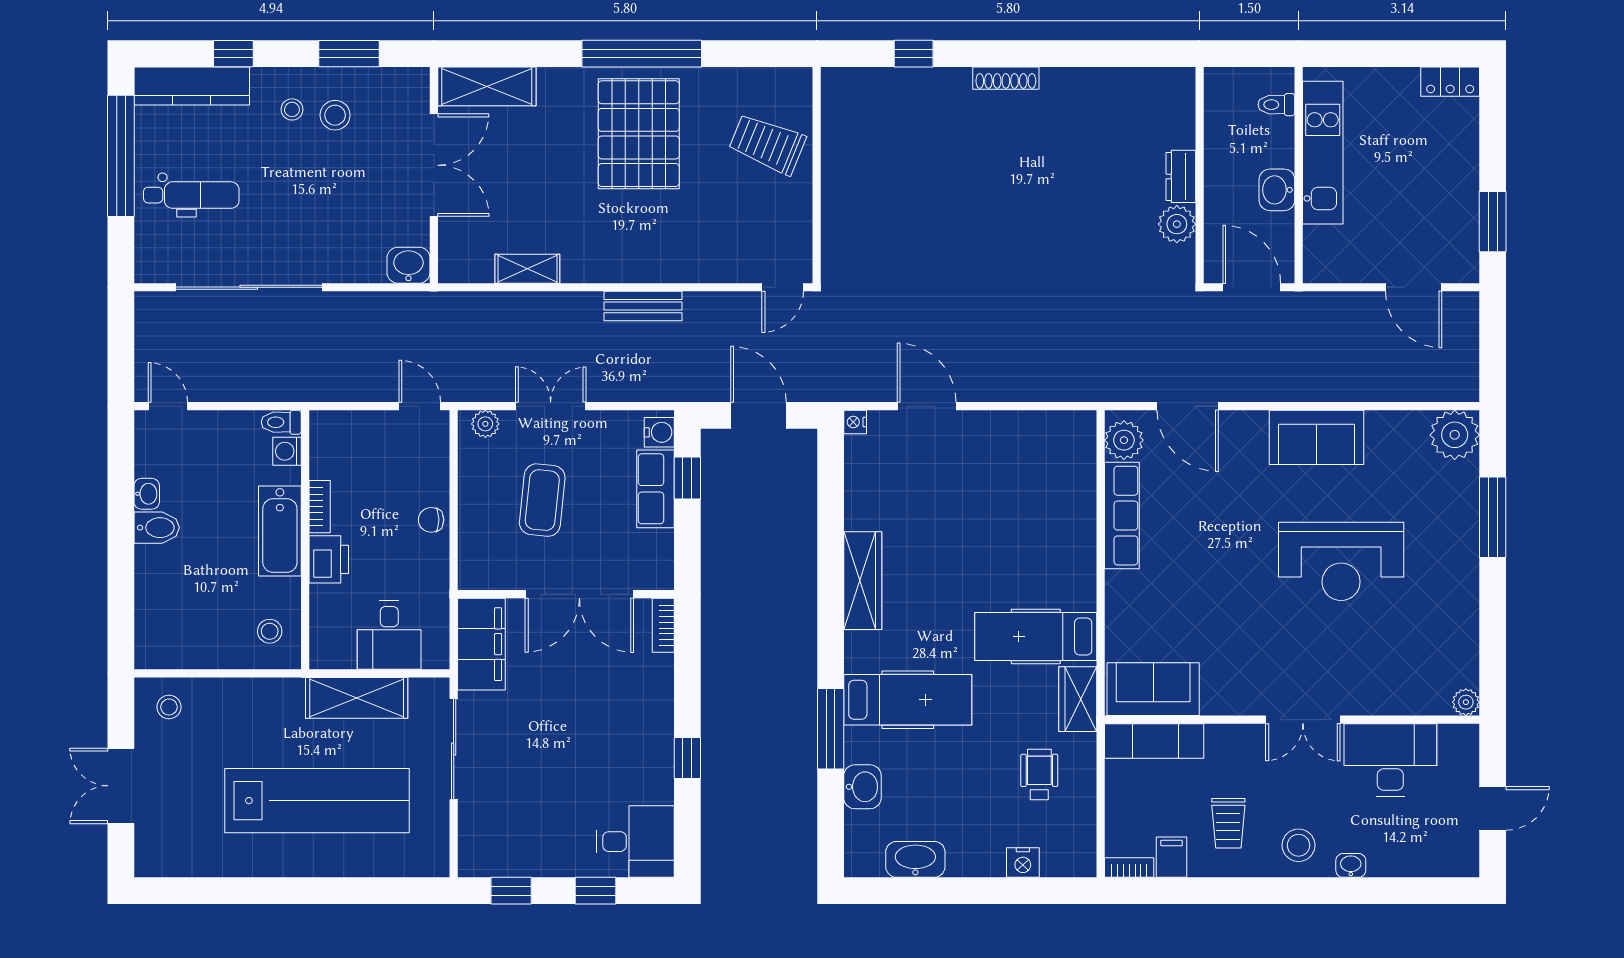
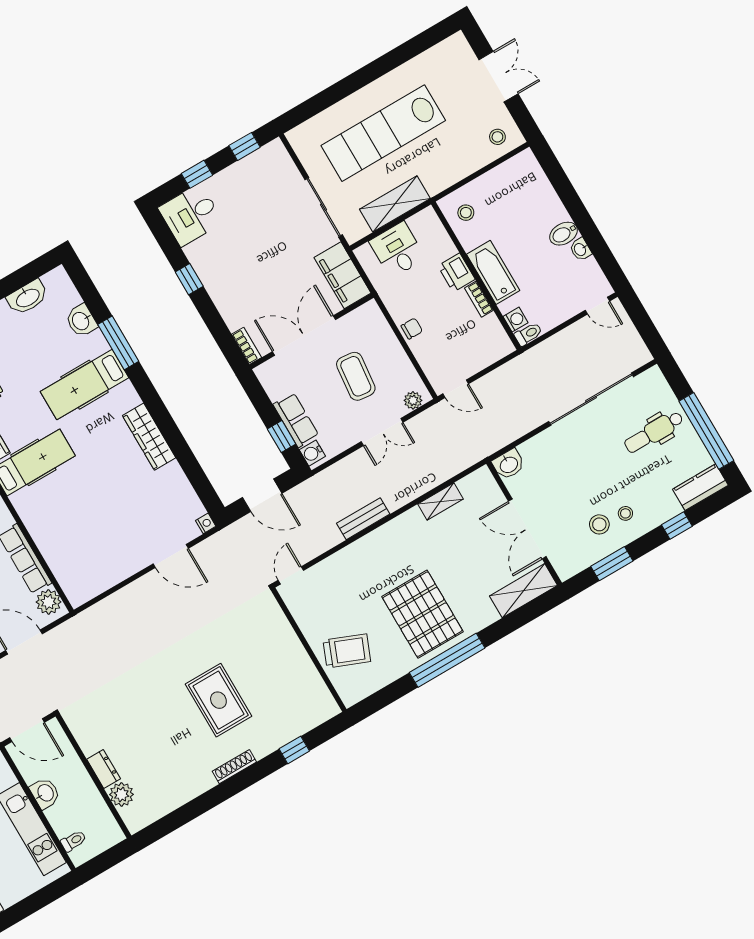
kitchen counter: (192, 86) -> (700, 487), width x0.67
rug: (975, 178) -> (218, 700), added
plant: (1177, 224) -> (121, 794), moved

